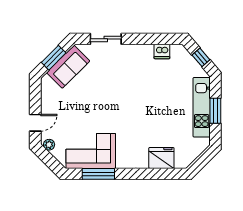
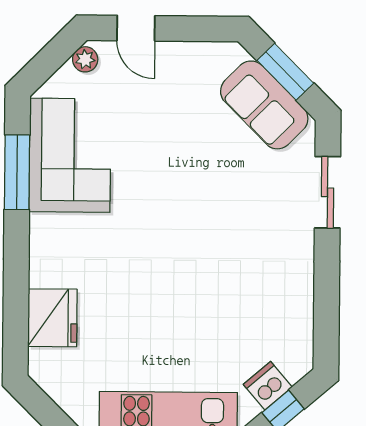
dishwasher: (162, 52) -> (268, 386), moved, turned 49

